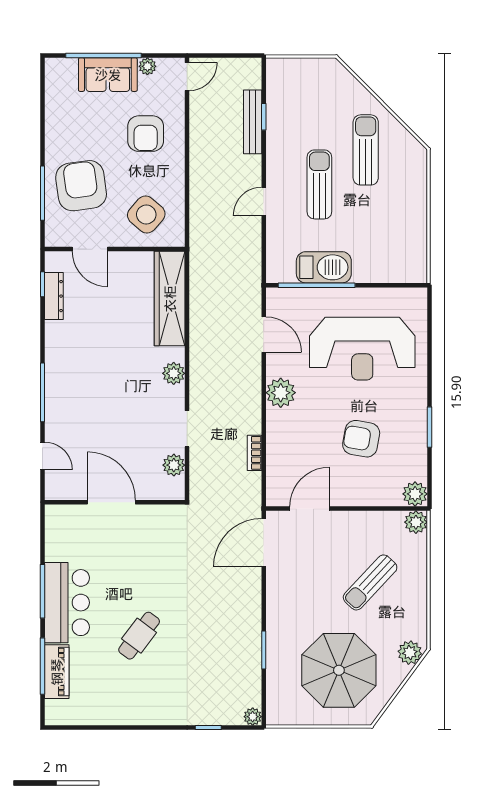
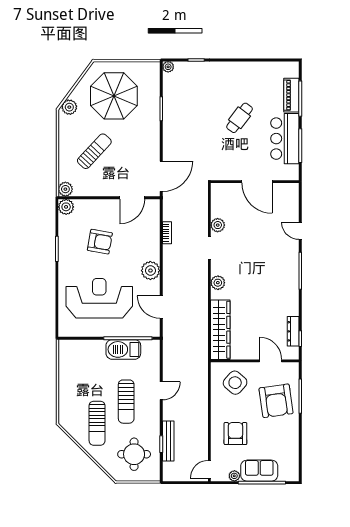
round table: (307, 101) -> (134, 454), added
door: (111, 502) -> (257, 182), moved
wall: (115, 502) -> (255, 182), moved

